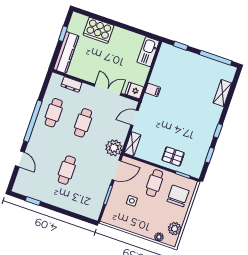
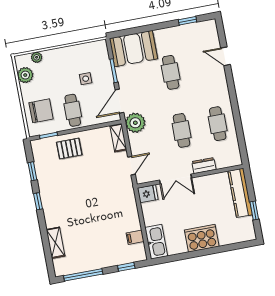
cooker: (98, 30) -> (202, 238), moved
dresser: (71, 84) -> (204, 166), moved
filing cabinet: (153, 90) -> (135, 237), moved
window: (33, 121) -> (234, 103), removed
chair: (178, 196) -> (41, 111), turned -90
booth: (84, 203) -> (133, 49), added

